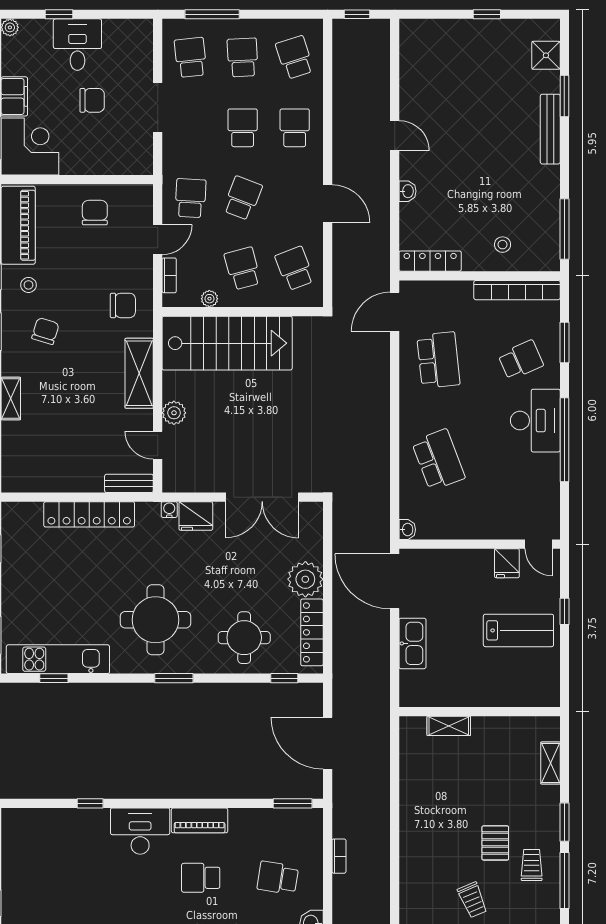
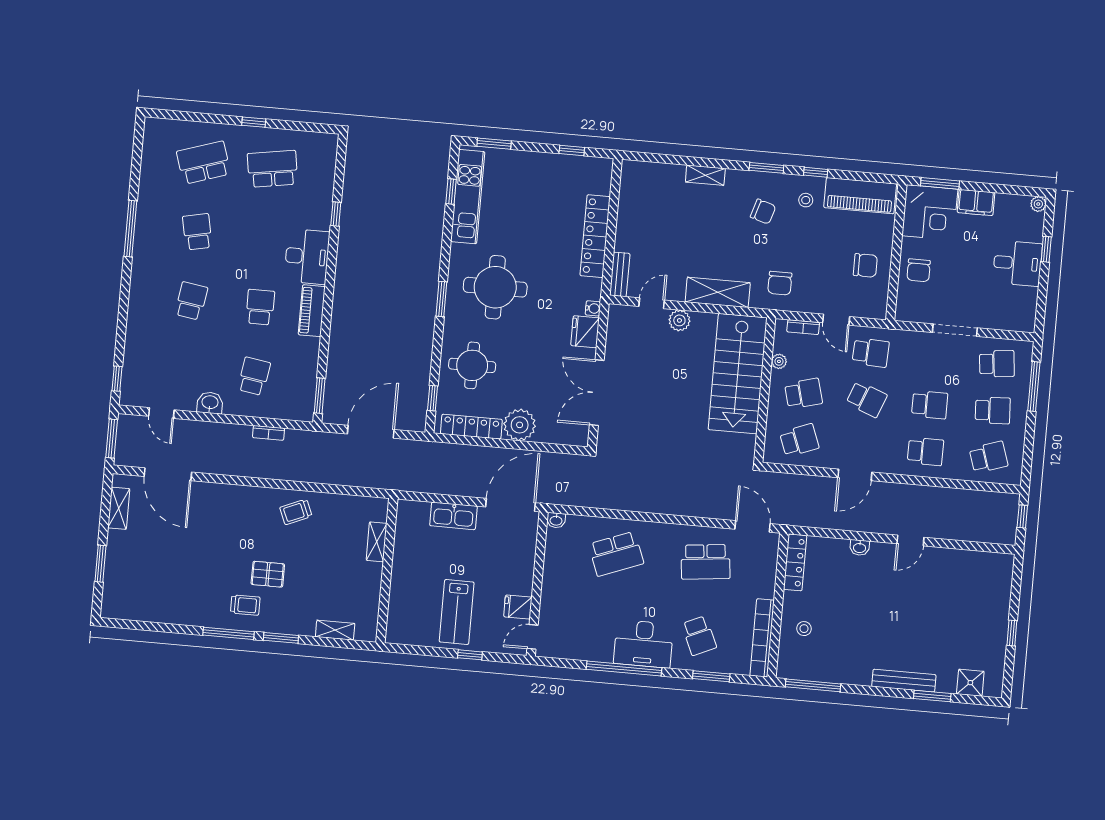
chair: (92, 100) -> (919, 270), moved
school desk: (47, 878) -> (273, 169), added
trolley: (473, 900) -> (296, 512), moved

